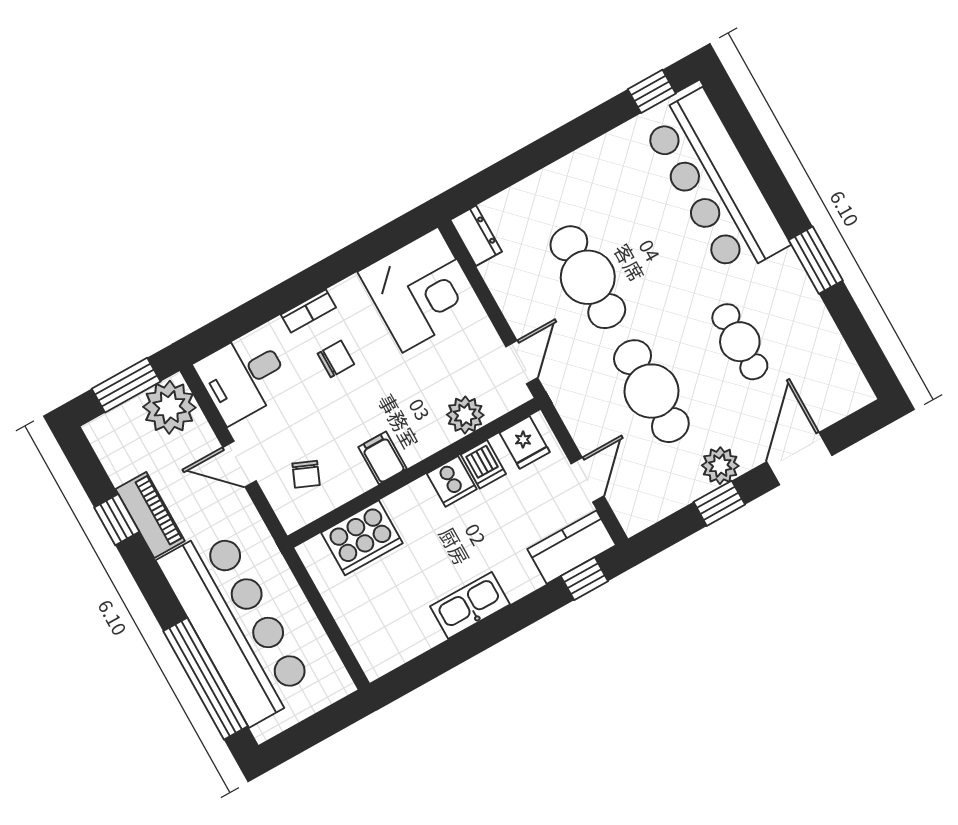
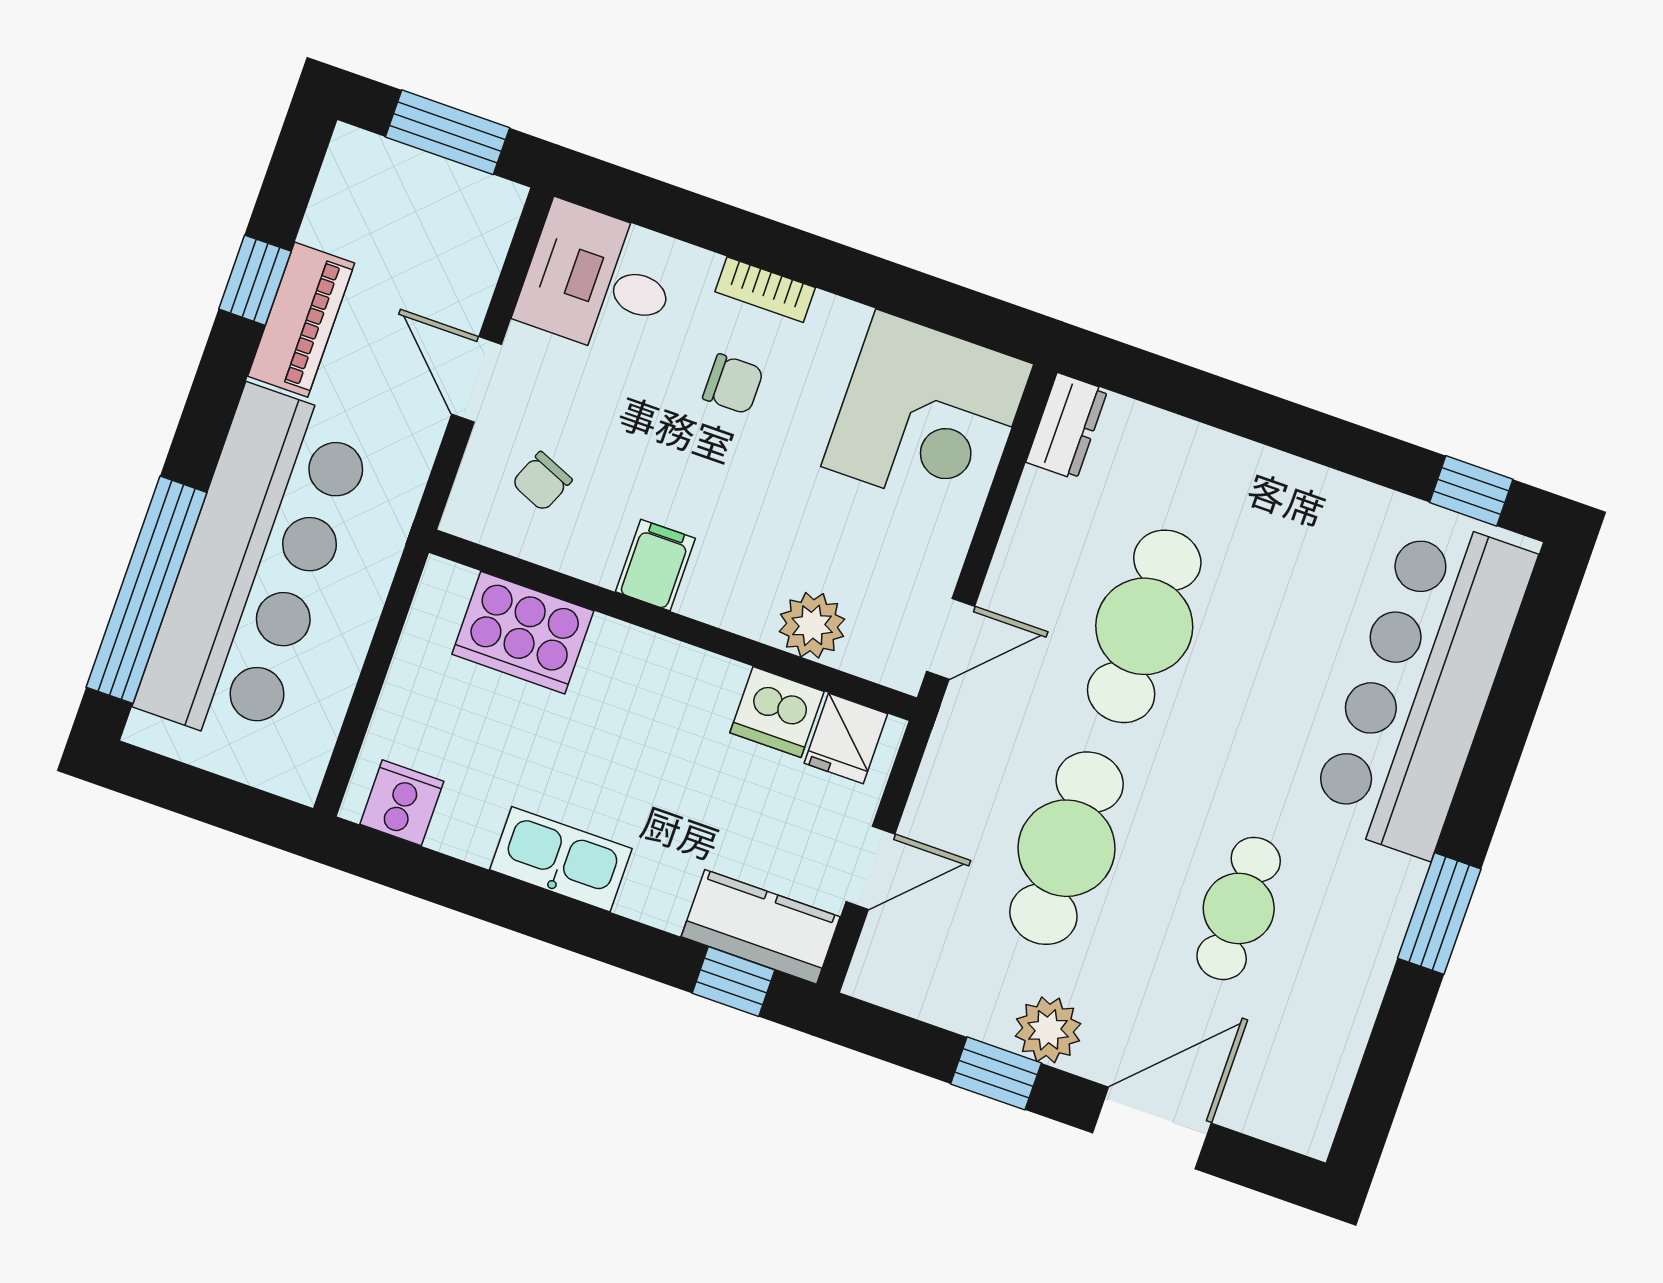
plant: (169, 407) -> (469, 217), removed
dishwasher: (483, 464) -> (777, 712), width x1.38
cooker: (452, 481) -> (402, 803), moved, turned 180

